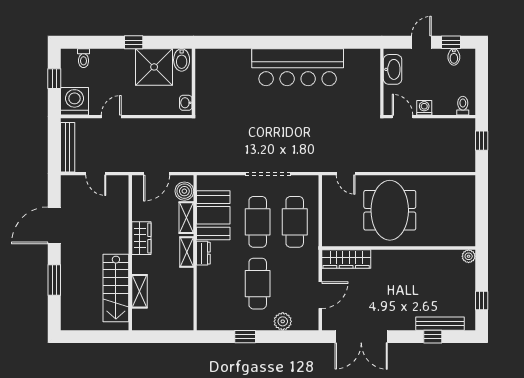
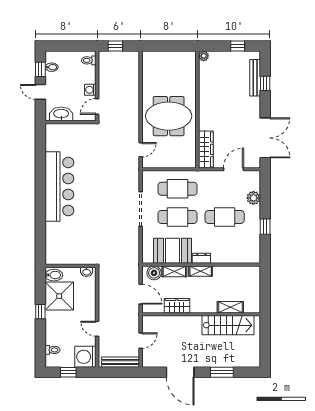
wardrobe: (141, 238) -> (177, 306), moved
door: (320, 295) -> (233, 169), hinge flipped

